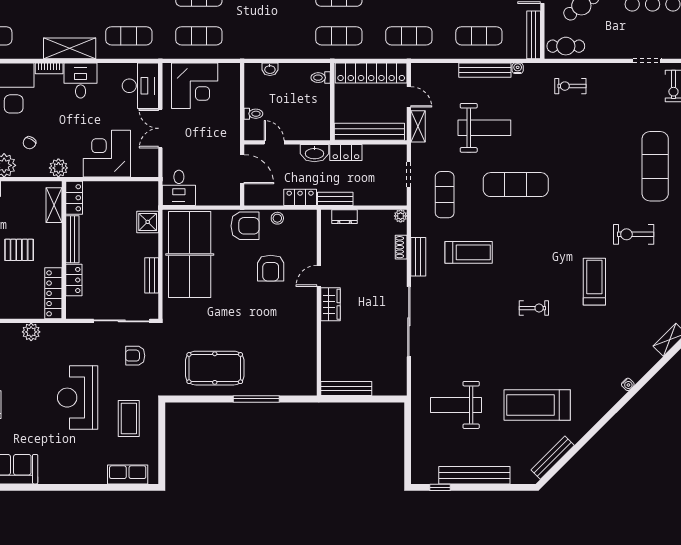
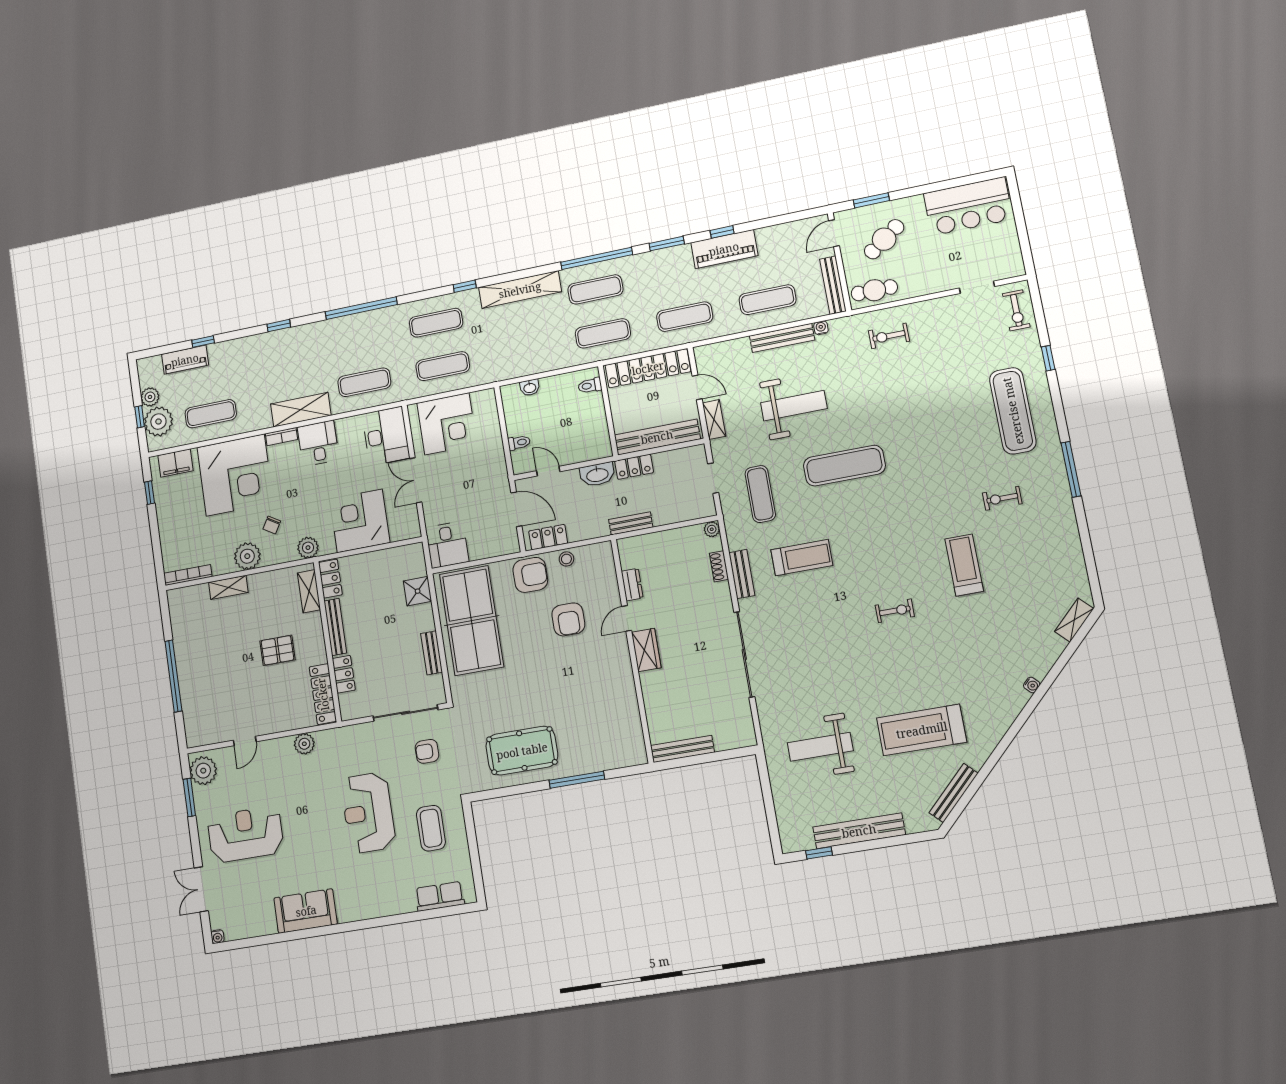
locker: (300, 197) -> (548, 537), moved
dresser: (345, 217) -> (632, 585), moved, turned -90
exercise bike: (634, 234) -> (1002, 498), width x0.73, depth x0.72

